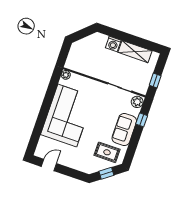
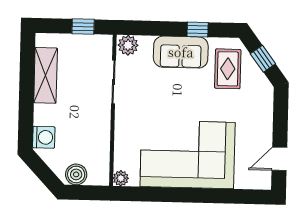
washing machine: (113, 44) -> (44, 137), moved
boiler: (76, 51) -> (76, 174), added
window: (142, 120) -> (198, 29), moved
door: (49, 165) -> (279, 159), hinge flipped

